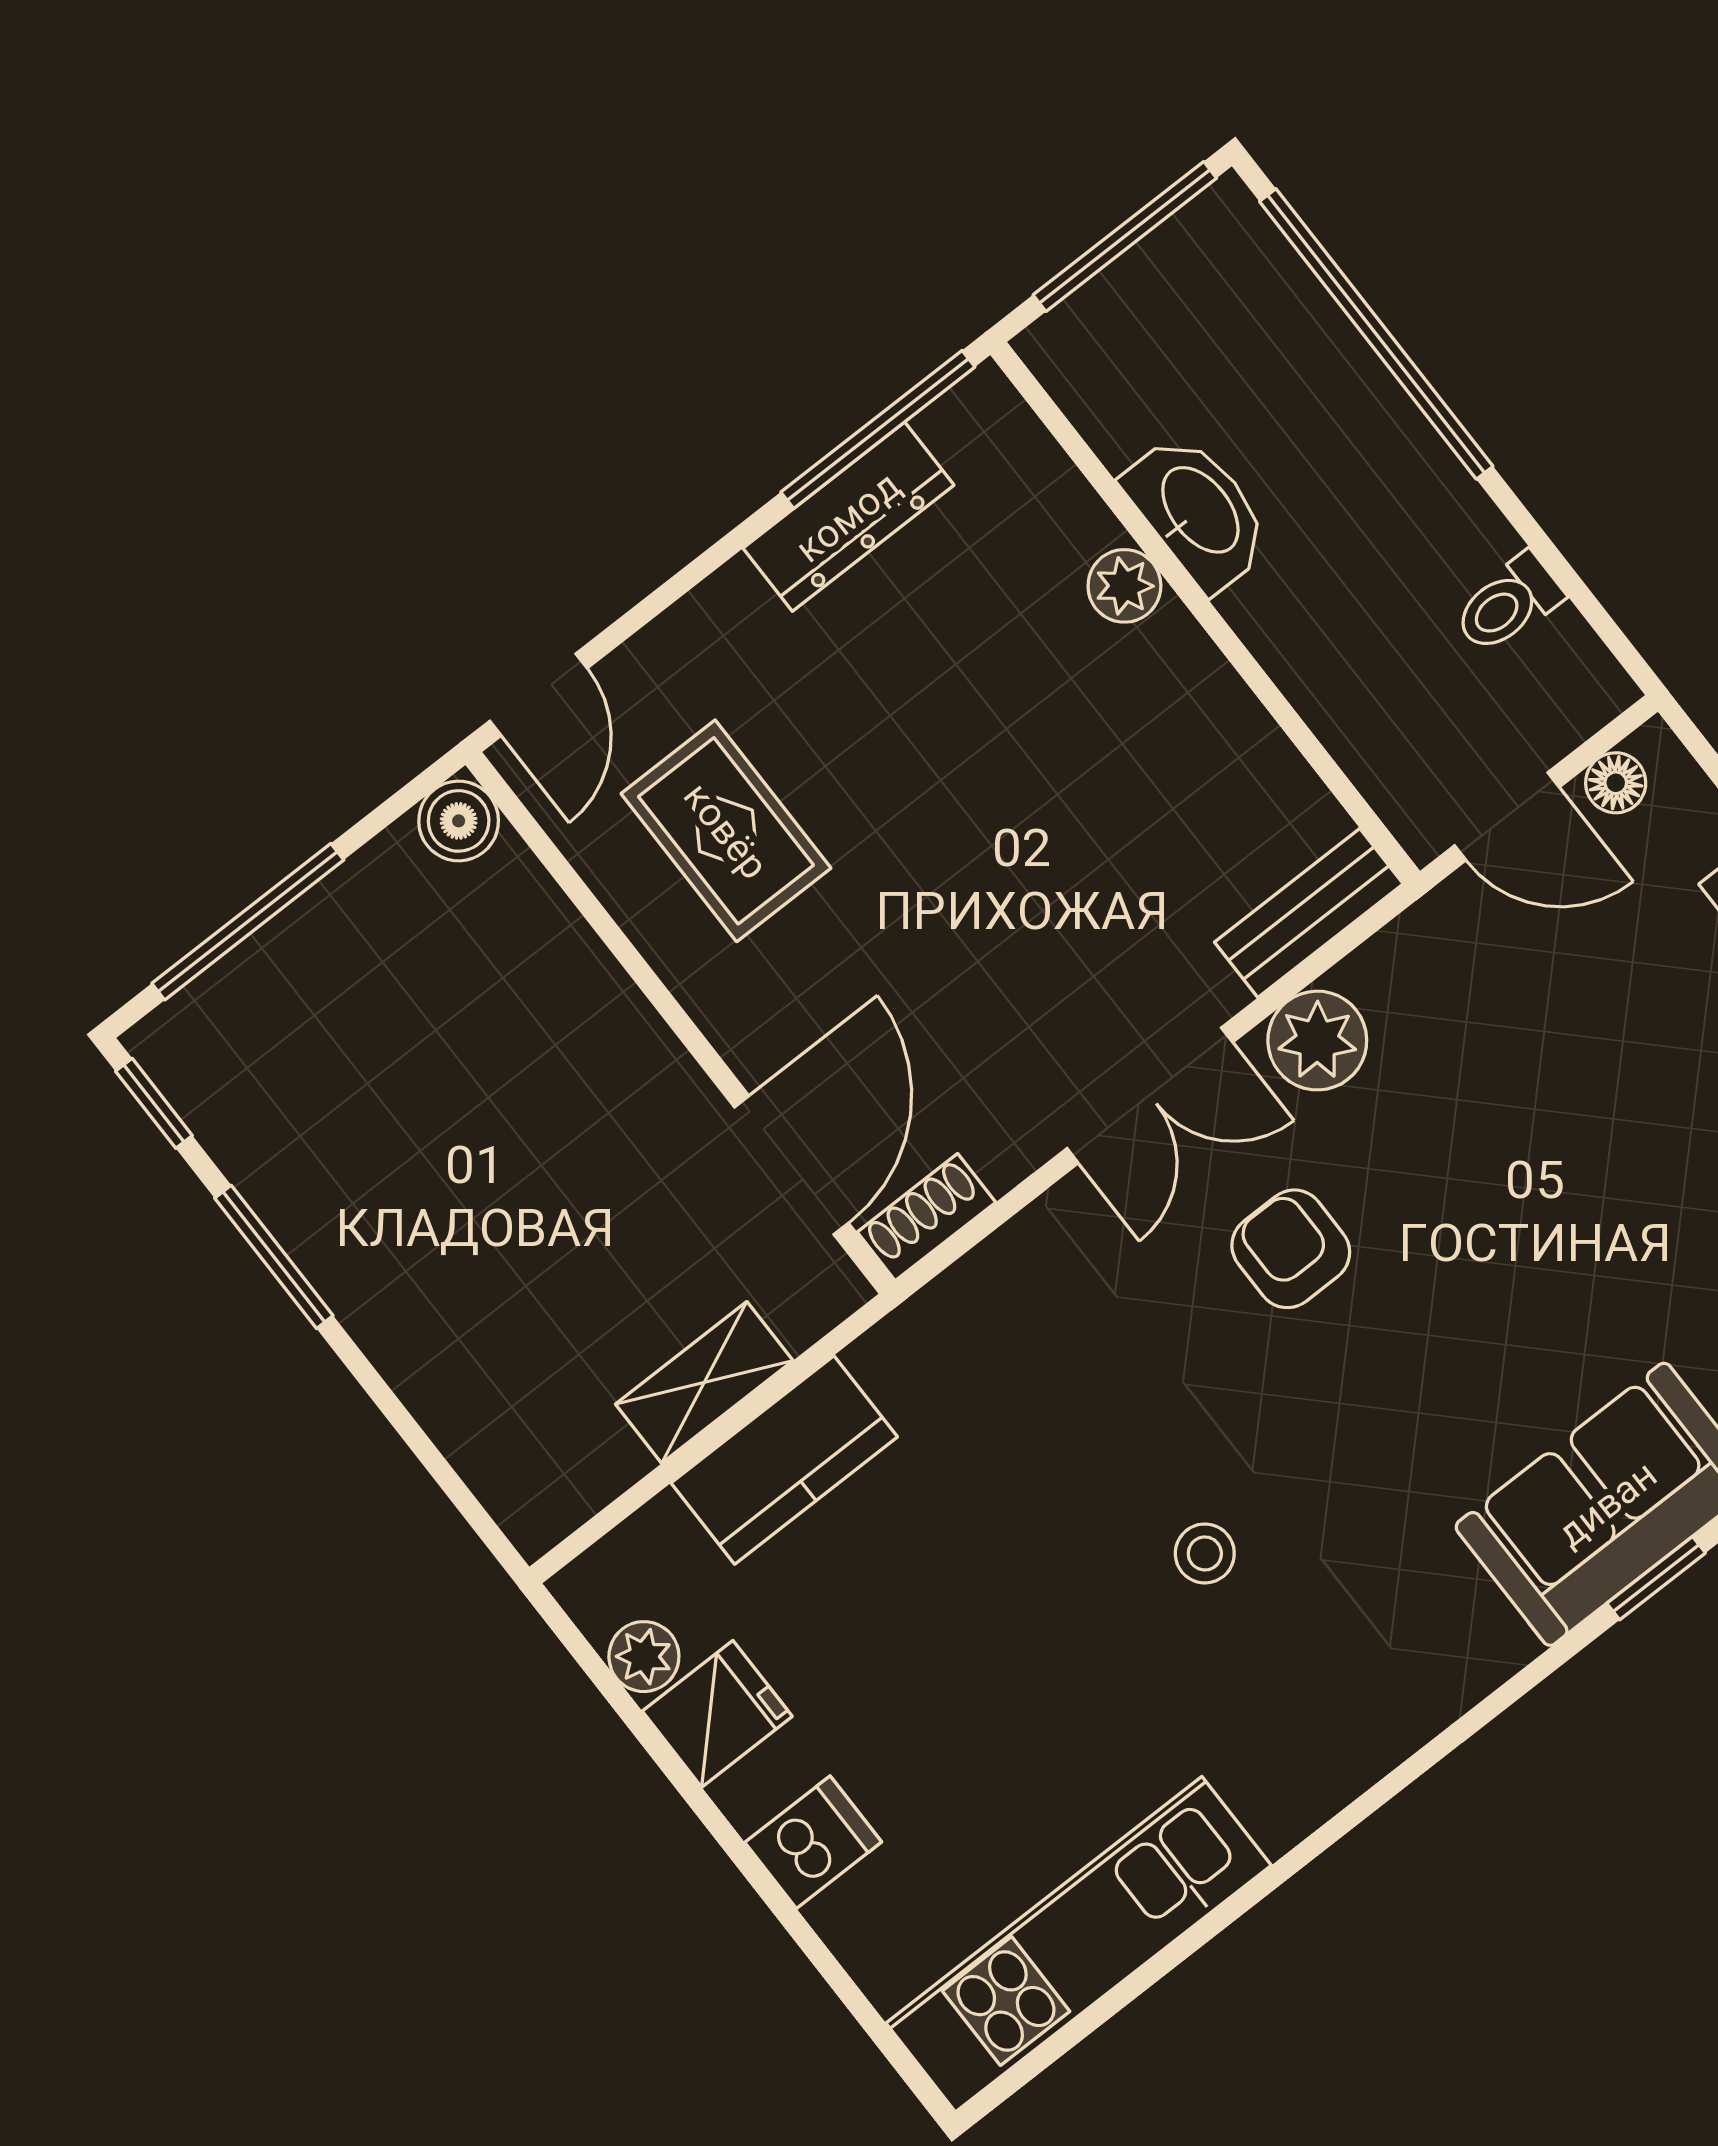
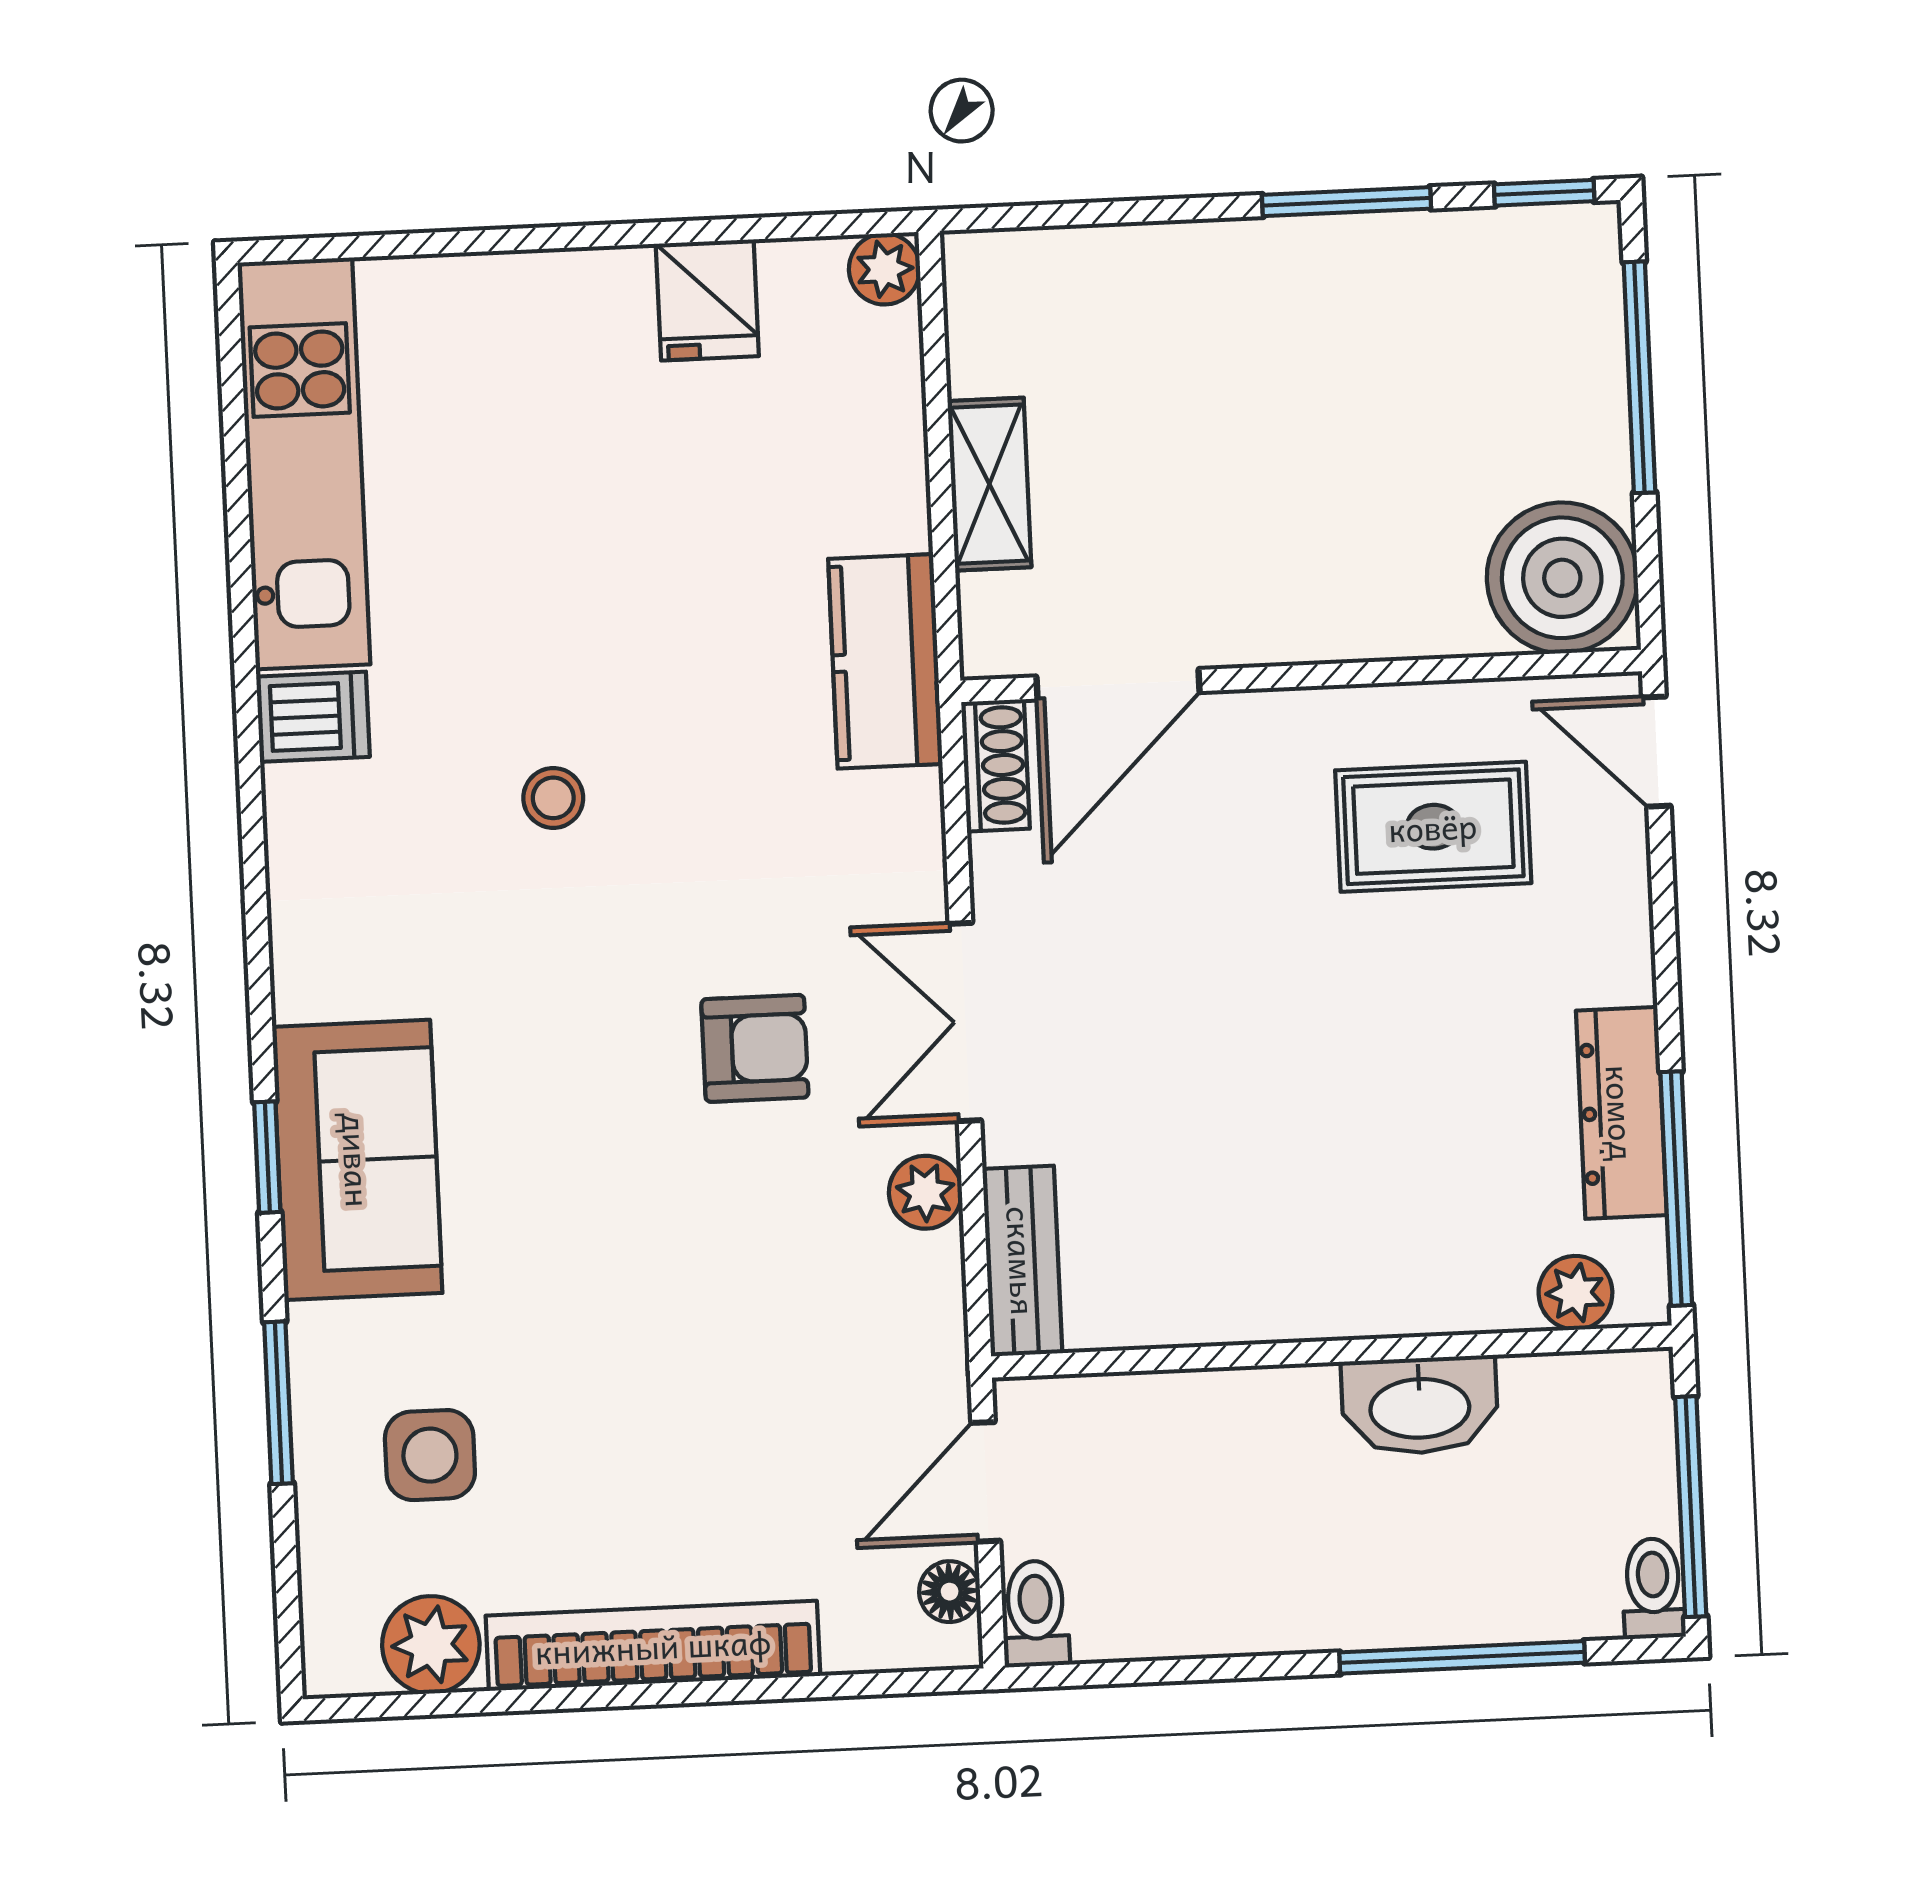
toilet: (1212, 220) -> (1653, 1588), added
window: (1376, 334) -> (1462, 1657), width x0.68
plant: (1124, 586) -> (1575, 1293), moved
toilet: (1508, 604) -> (1036, 1614), moved
boiler: (459, 821) -> (1562, 578), width x1.86, depth x1.86
plant: (1317, 1041) -> (925, 1192), width x0.73, depth x0.73
door: (791, 1165) -> (1118, 684), hinge flipped
kitchen counter: (784, 1460) -> (885, 661), moved
plant: (644, 1657) -> (884, 269), moved
dishwasher: (813, 1842) -> (313, 717), moved, turned -90

